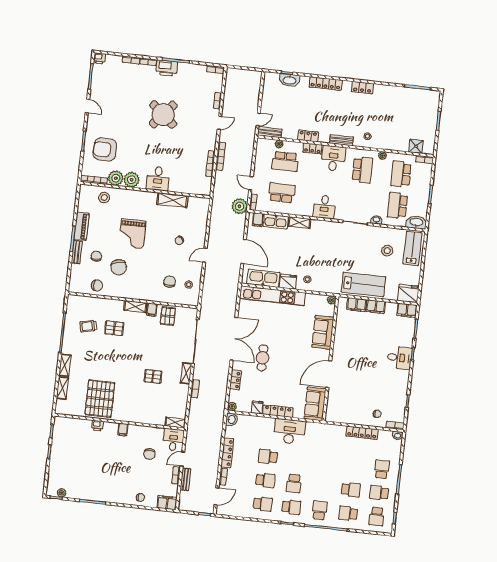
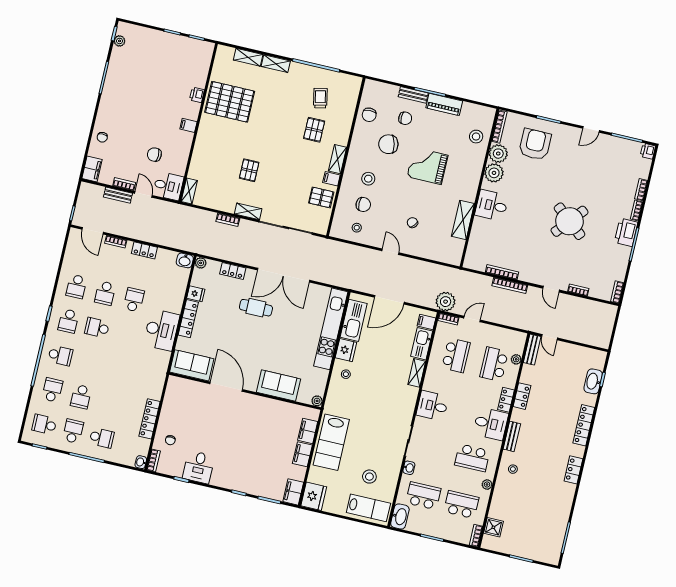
stool: (148, 280) -> (368, 179), added
desk: (399, 358) -> (199, 467), moved
locker: (227, 453) -> (144, 250), width x0.66

